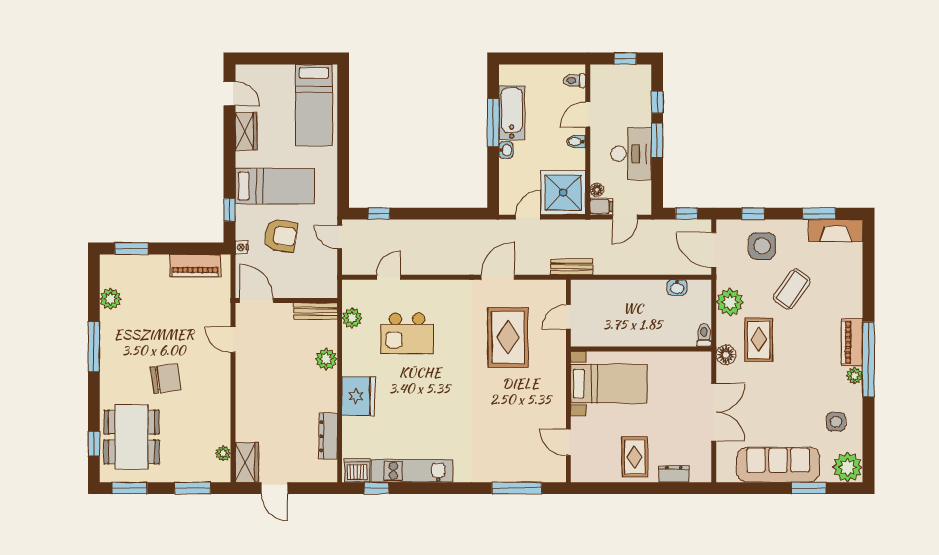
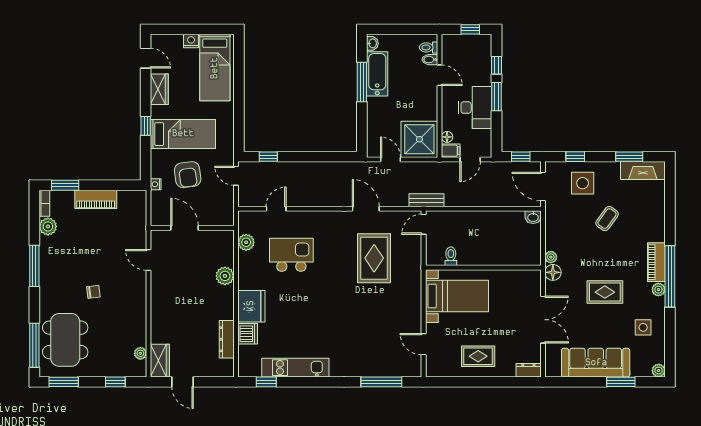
nightstand: (285, 73) -> (191, 41), added
door: (588, 114) -> (440, 75), swing flipped
bidet: (576, 142) -> (430, 60), moved
washbasin: (506, 150) -> (372, 43), moved
window: (230, 210) -> (146, 126), moved
door: (528, 217) -> (391, 159), hinge flipped
armchair: (281, 236) -> (188, 175), turned 74
piano: (195, 266) -> (96, 199), moved
bookcase: (106, 270) -> (44, 203), added
door: (498, 277) -> (366, 209), hinge flipped
washbasin: (677, 287) -> (533, 217), moved
coffee table: (792, 289) -> (607, 219), width x0.73, depth x0.77
door: (256, 300) -> (185, 228), moved
plant: (730, 302) -> (551, 257), moved, width x0.53, depth x0.53
bench: (316, 311) -> (216, 237), removed
door: (568, 317) -> (424, 224), moved
kitchen island: (407, 333) -> (291, 255), turned 180
toilet: (704, 335) -> (451, 256), moved
rug: (759, 340) -> (605, 292), moved, turned 90
chair: (166, 378) -> (93, 292), width x0.54, depth x0.54
window: (94, 444) -> (34, 345), width x2.17
rug: (635, 457) -> (478, 356), turned 90
plant: (848, 467) -> (659, 370), width x0.53, depth x0.53
dishwasher: (357, 470) -> (248, 334), moved, turned 90
dresser: (674, 474) -> (528, 370), moved
window: (193, 488) -> (115, 382), width x0.67

